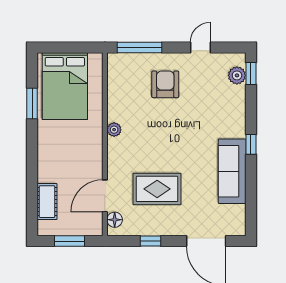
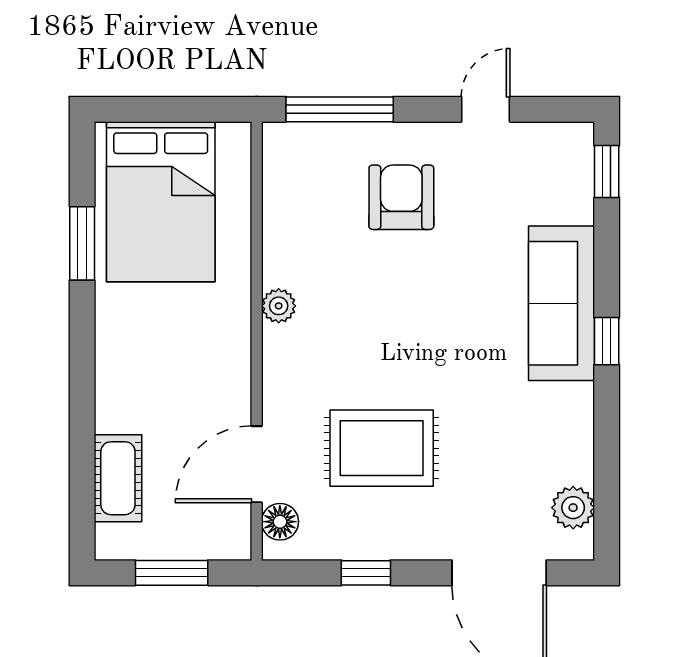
plant: (237, 75) -> (573, 508), moved
sofa: (232, 171) -> (562, 303), moved

